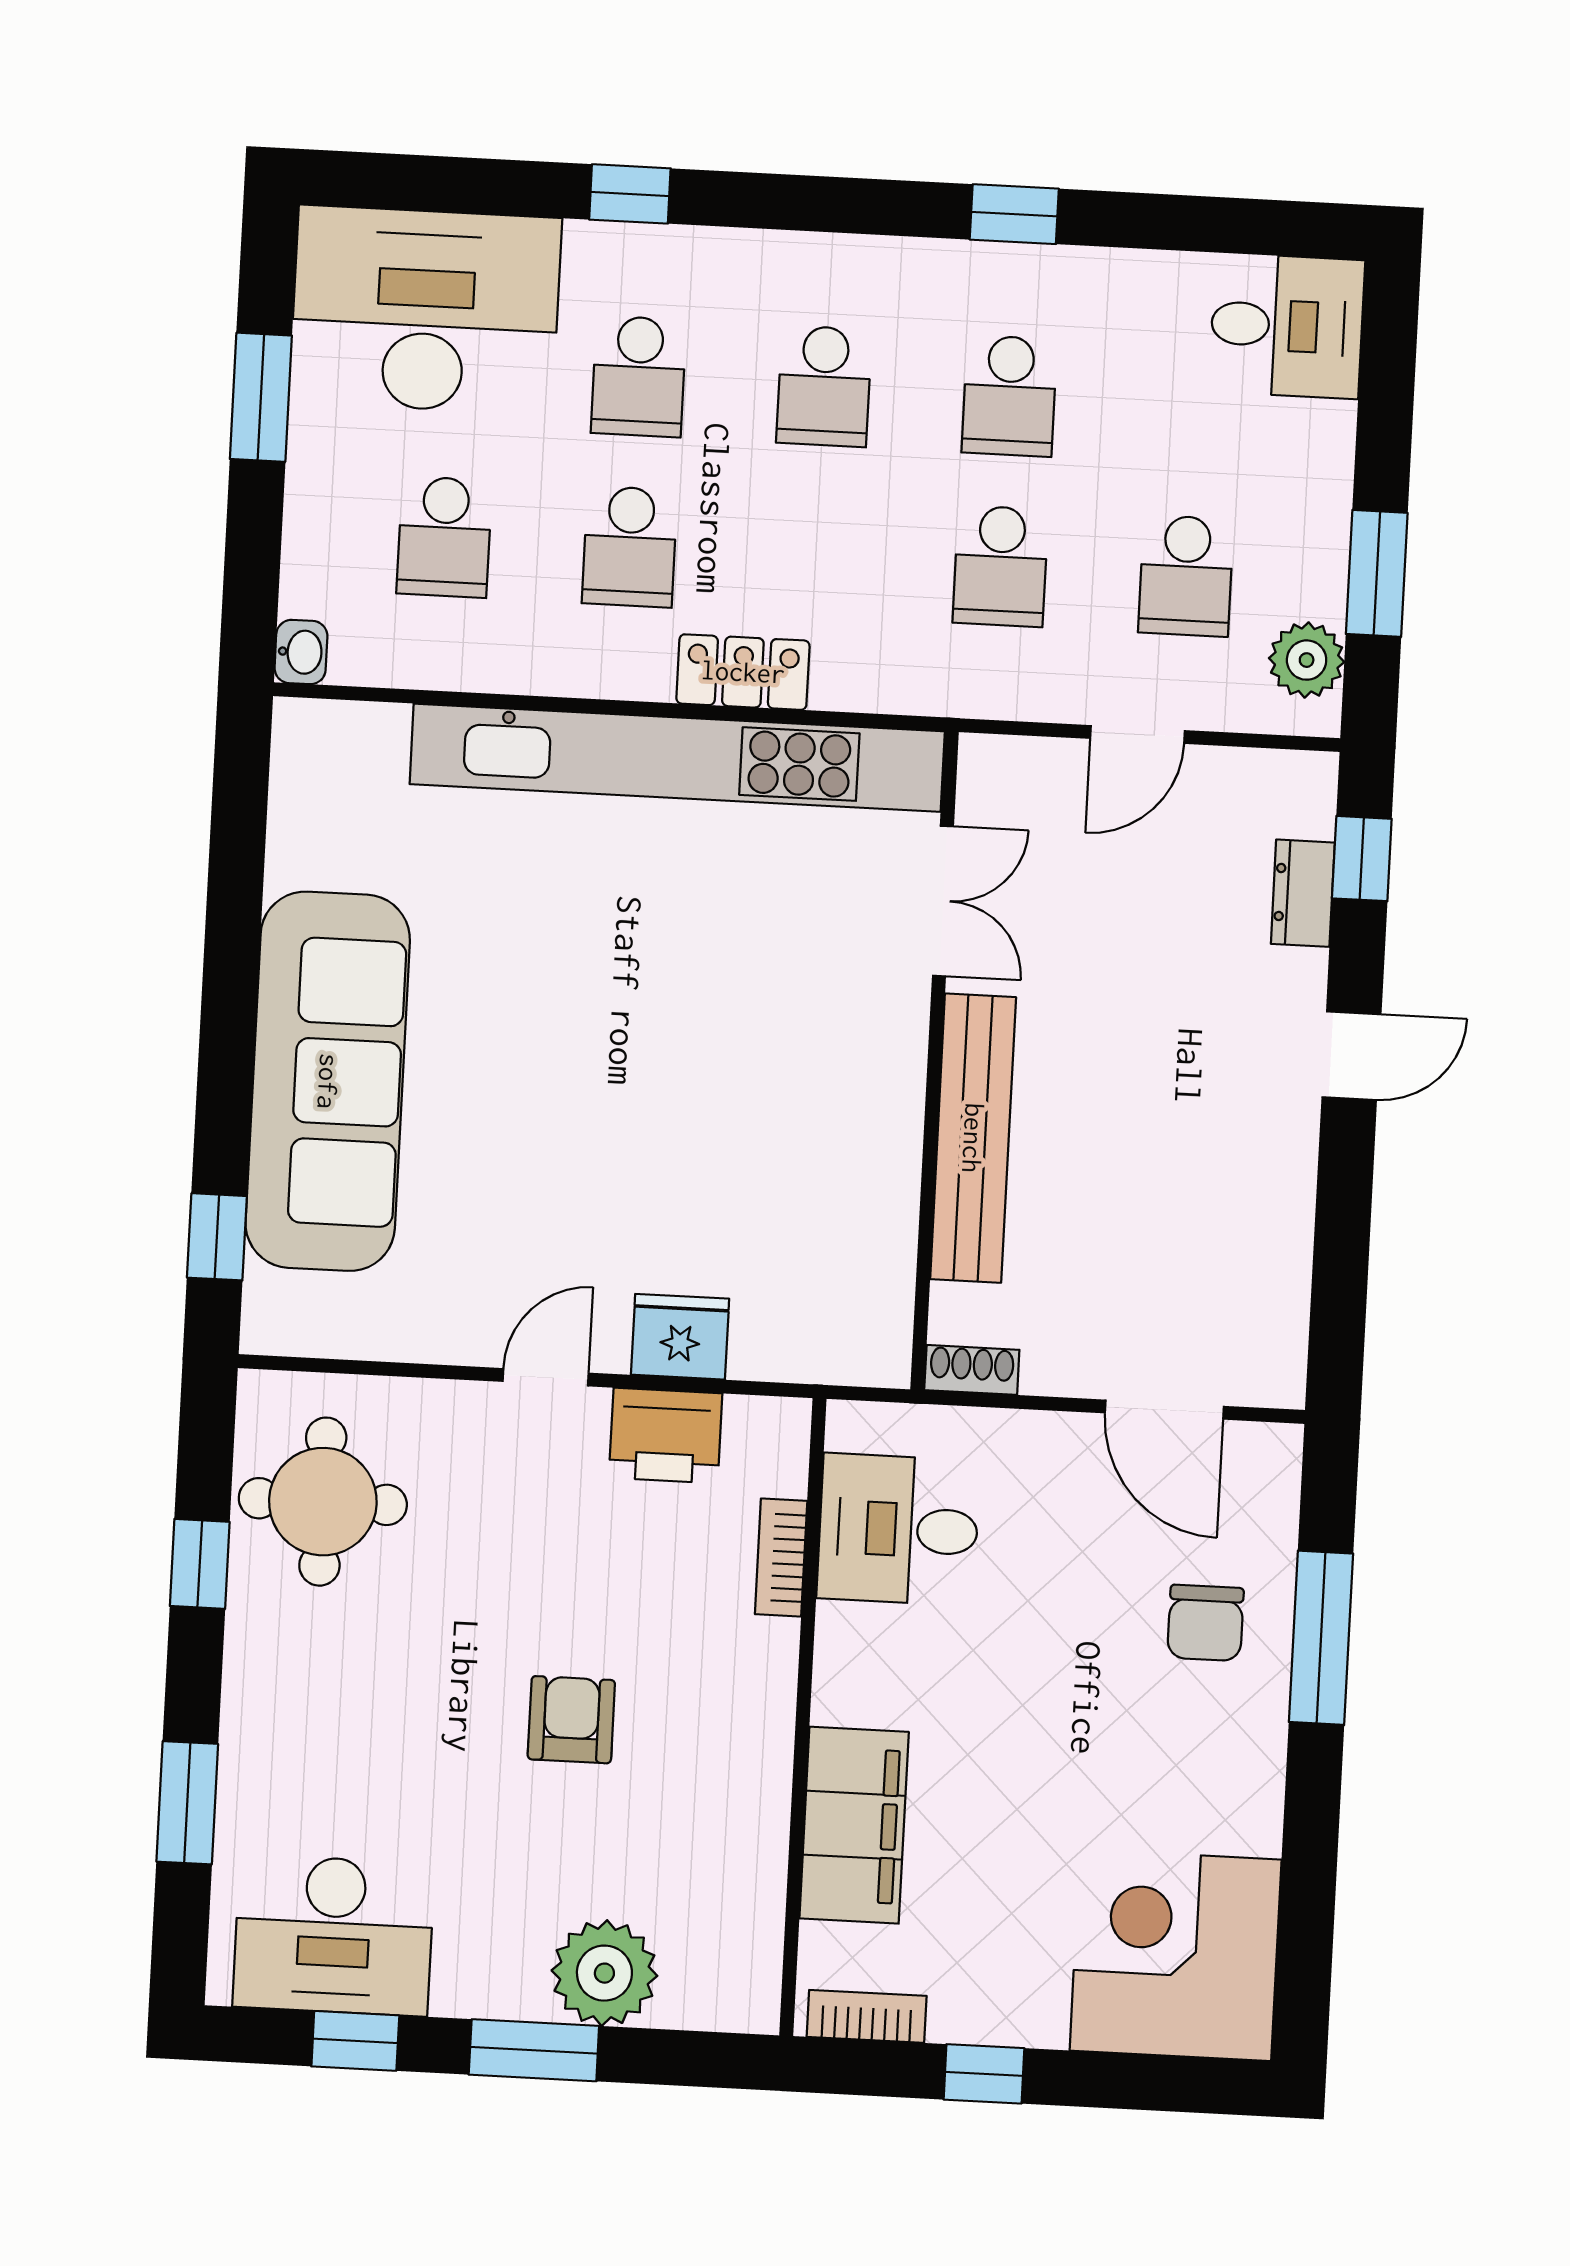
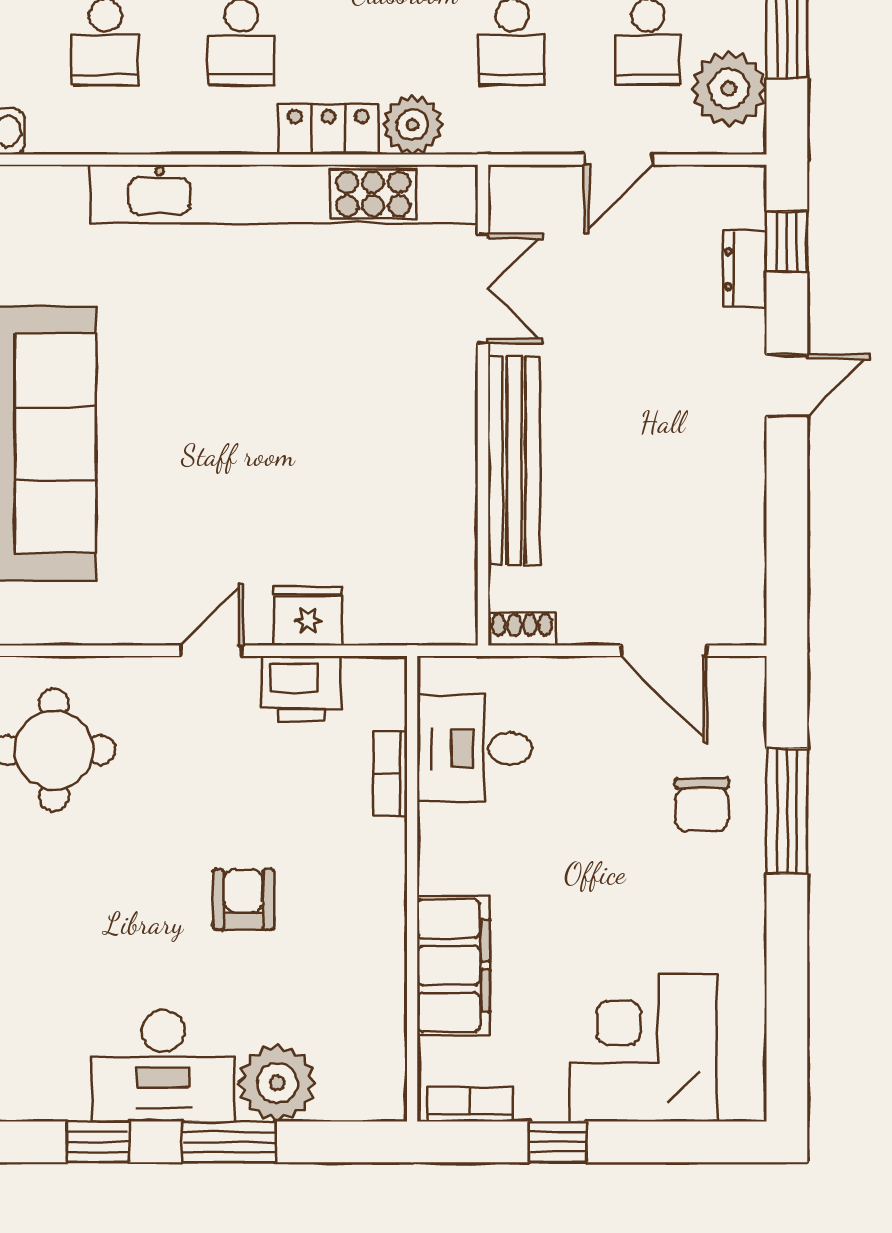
plant: (1307, 660) -> (729, 89), width x1.36, depth x1.36
plant: (858, 672) -> (413, 125), added
desk: (334, 1935) -> (163, 1066), moved
corner desk: (1176, 1955) -> (644, 1048), moved

